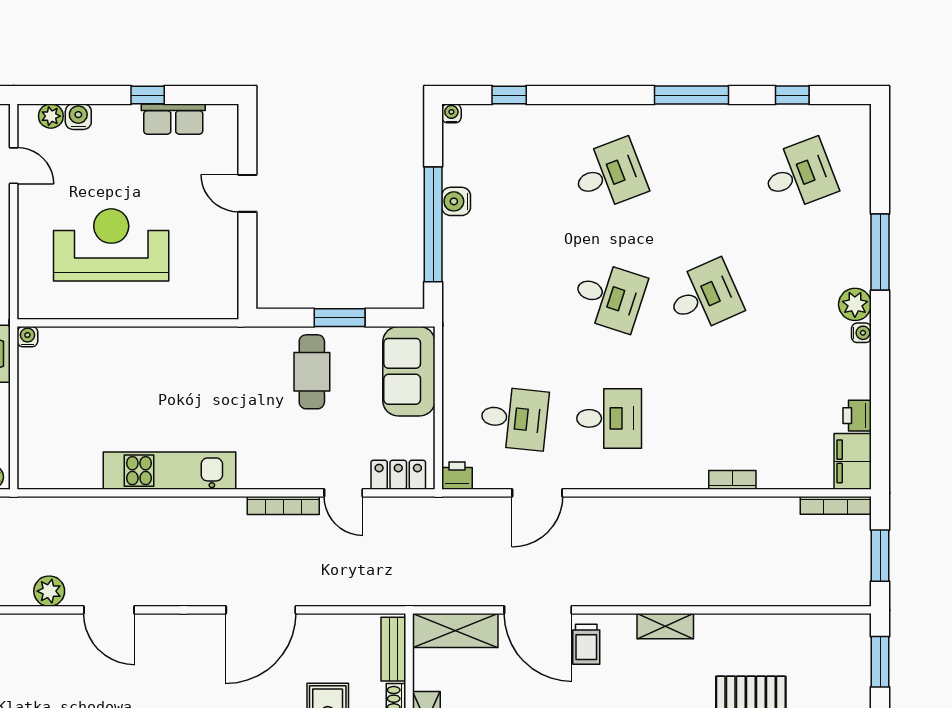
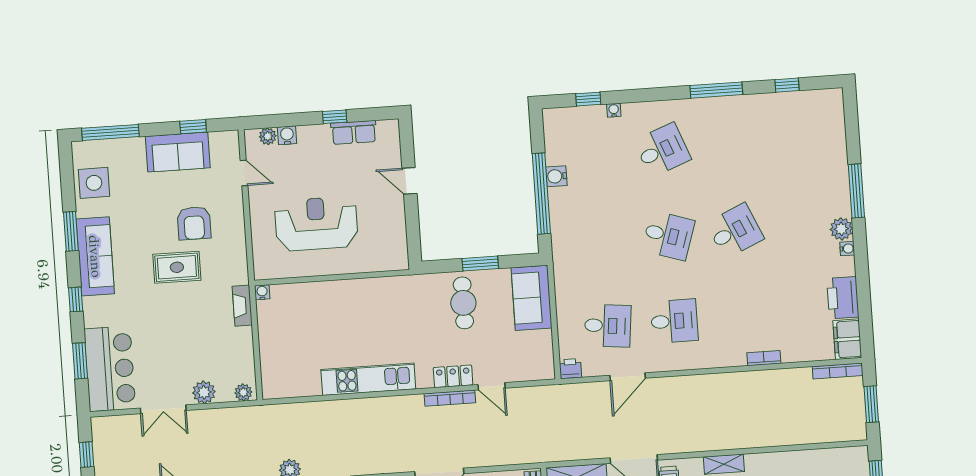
water cooler: (451, 113) -> (614, 110), moved
desk: (799, 175) -> (796, 141), removed
printer: (857, 416) -> (843, 298), width x1.87, depth x1.48
locker: (398, 475) -> (453, 376), moved

